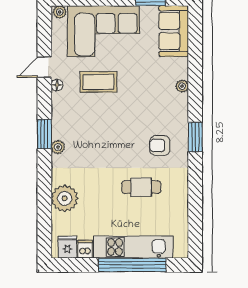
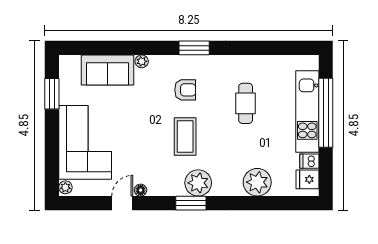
sofa: (174, 31) -> (108, 70), moved
door: (44, 67) -> (122, 203), swing flipped
coffee table: (99, 82) -> (185, 136), moved
armchair: (160, 145) -> (185, 90), moved, turned -90
plant: (58, 147) -> (198, 183), width x1.87, depth x1.87

